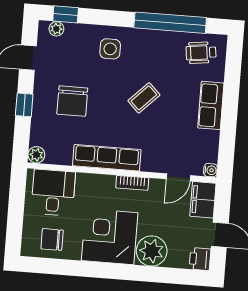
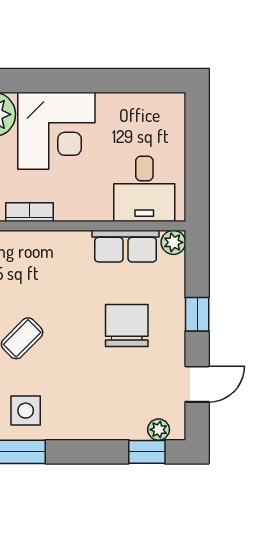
side table: (110, 49) -> (26, 411), moved
row of seats: (107, 158) -> (126, 246), moved, width x0.68
chair: (52, 239) -> (141, 120), removed

